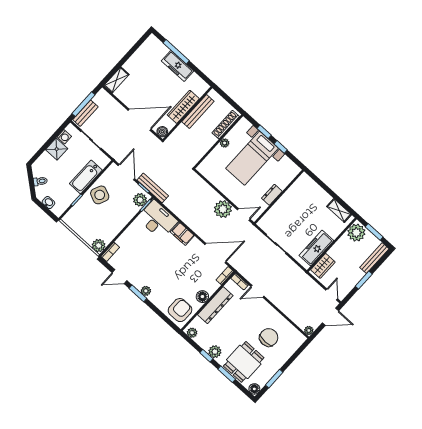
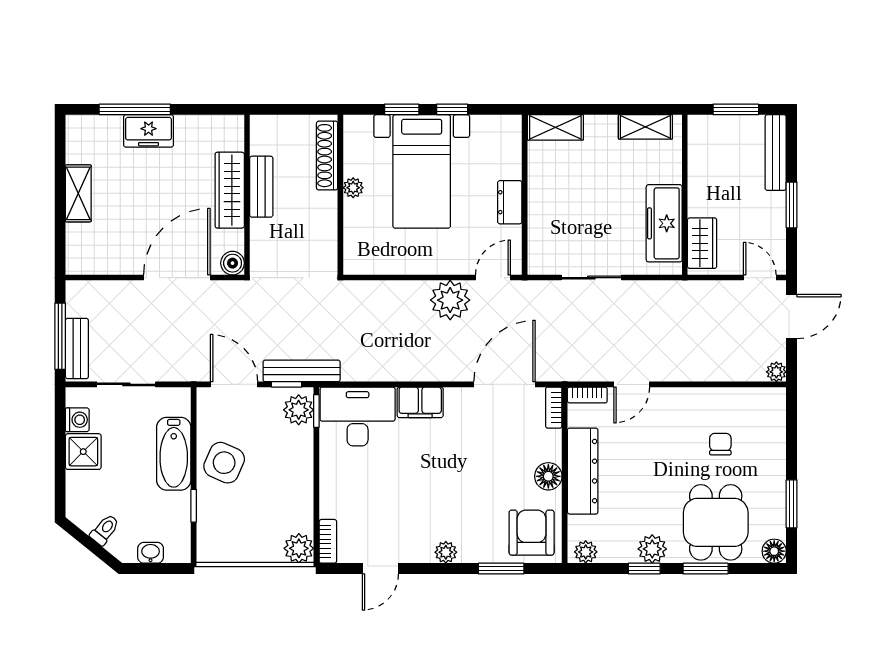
freezer: (178, 66) -> (149, 131), width x0.71
shelving: (116, 80) -> (78, 193), moved
bench: (198, 112) -> (261, 187), width x0.73
shelving: (309, 184) -> (555, 127), added
plant: (356, 233) -> (707, 137), removed
window: (138, 293) -> (501, 569), moved
chair: (269, 337) -> (720, 444), width x0.54, depth x0.54

